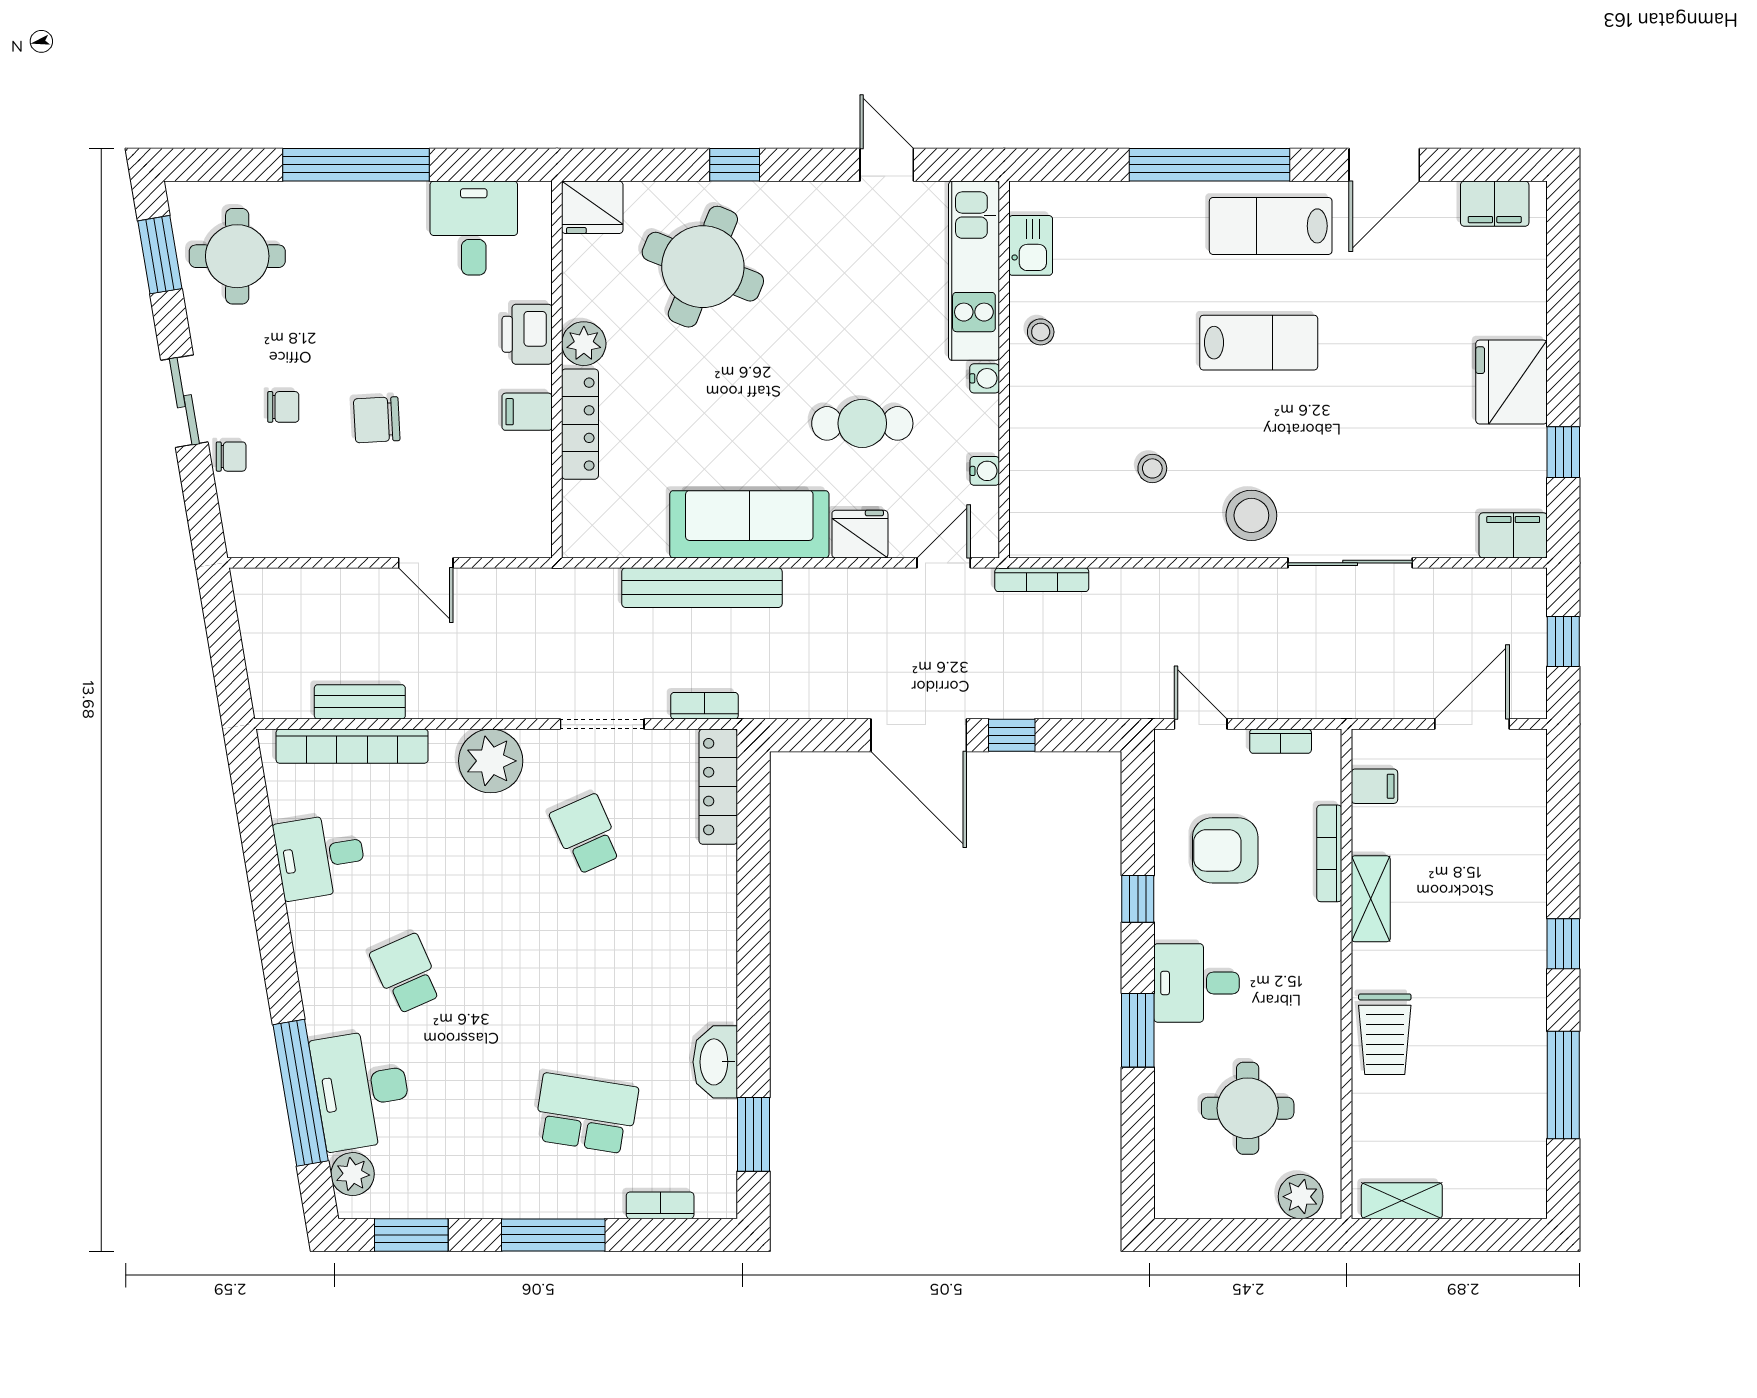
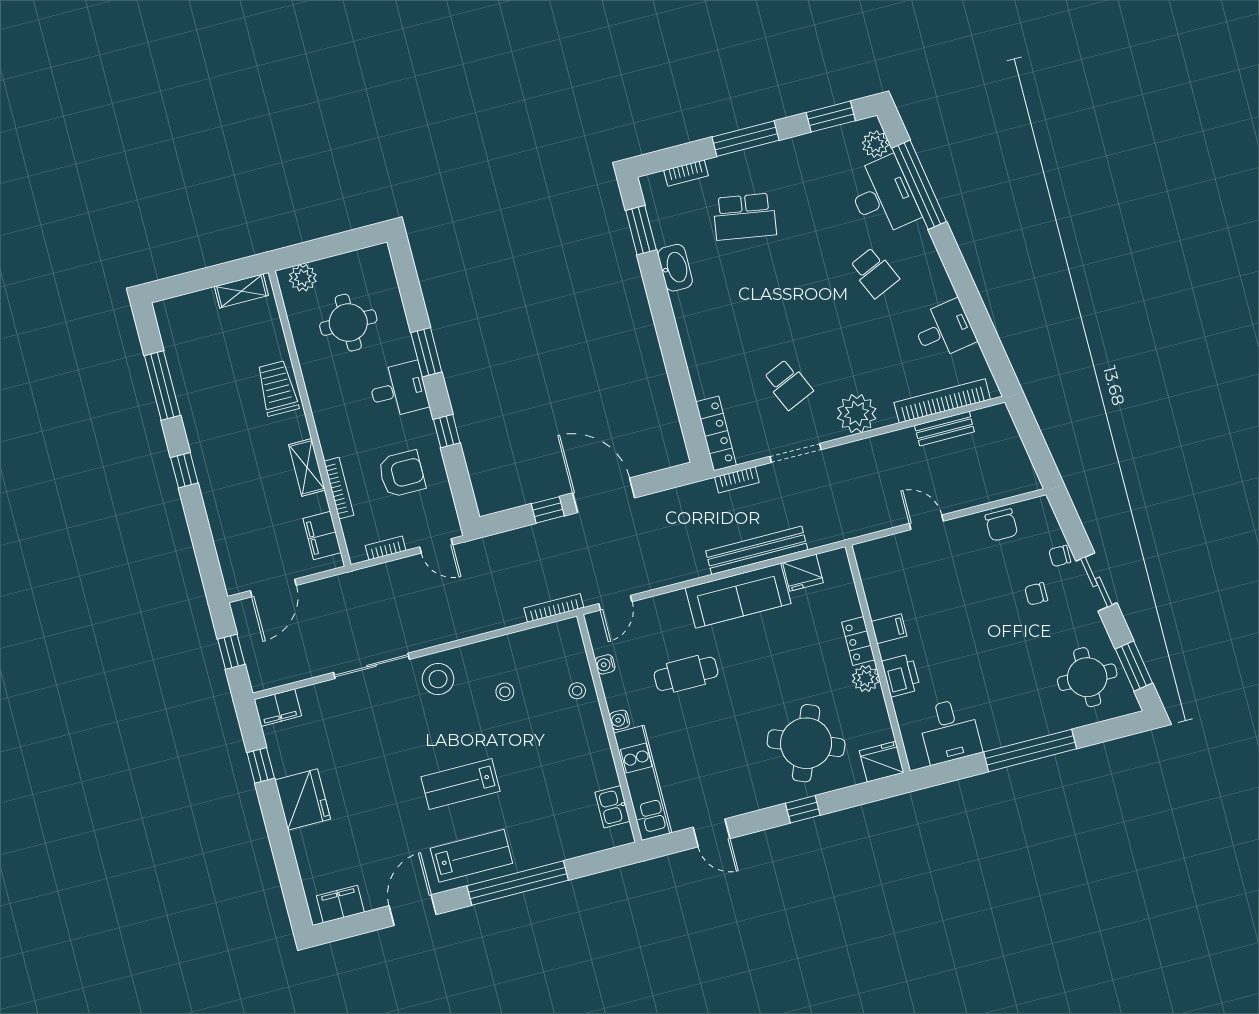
stool: (1041, 332) -> (577, 691), moved
chair: (377, 420) -> (1001, 525), moved, turned 93
locker: (580, 424) -> (858, 641), width x0.66
fridge: (860, 534) -> (803, 573), moved
filing cabinet: (1374, 786) -> (322, 536), width x2.00

